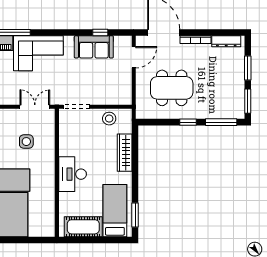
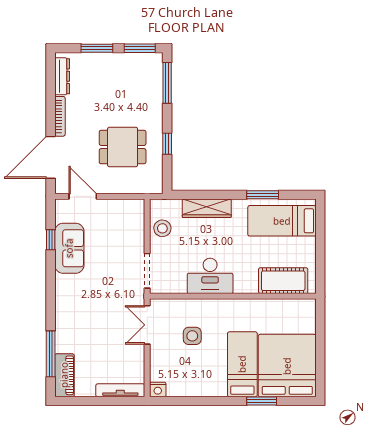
corner sofa: (38, 53) -> (78, 320), removed
dining table: (172, 88) -> (123, 147), width x0.73
window: (188, 122) -> (167, 144), moved
desk: (73, 174) -> (210, 276), moved
window: (135, 215) -> (263, 195), moved
cot: (83, 227) -> (283, 281), moved, turned 90

